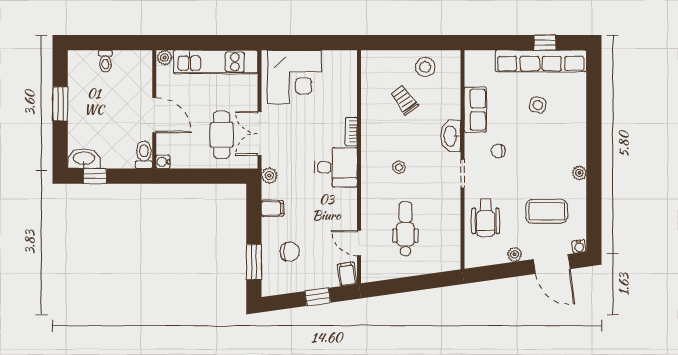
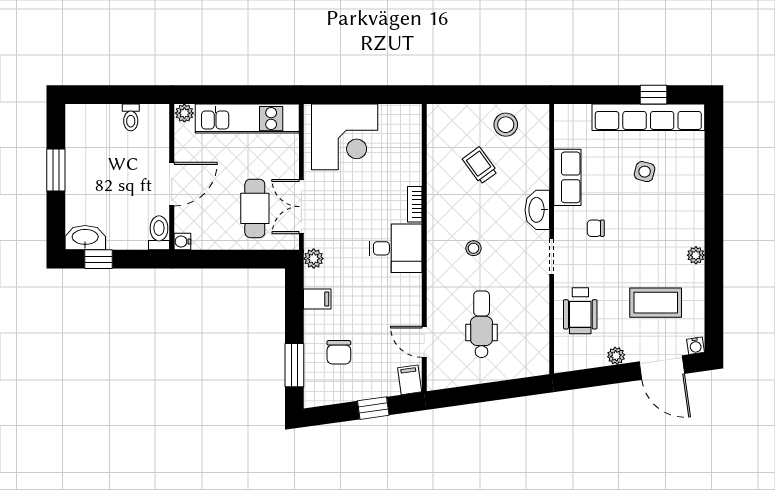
toilet: (105, 61) -> (131, 117), moved
door: (154, 115) -> (172, 184), hinge flipped
chair: (290, 252) -> (339, 352), turned 90

